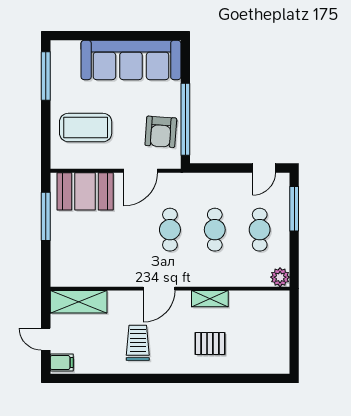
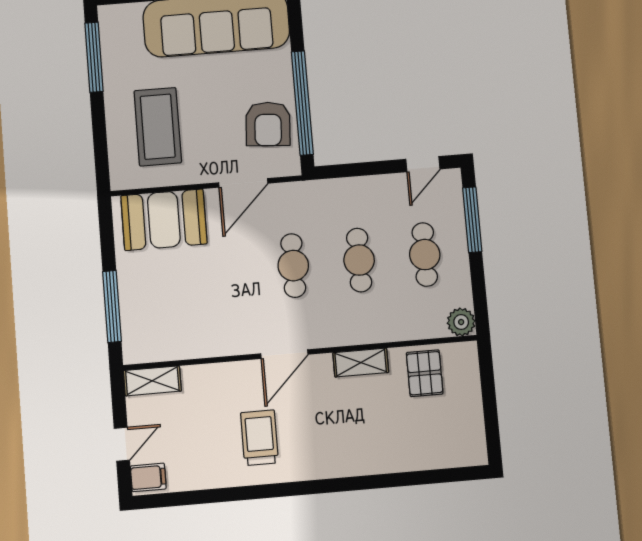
coffee table: (86, 128) -> (158, 127), turned 90
window: (46, 216) -> (112, 306), moved
shelving: (79, 302) -> (152, 381), width x0.67, depth x0.75
door: (46, 339) -> (122, 444), swing flipped
pallet: (210, 343) -> (425, 373), moved, turned 90

